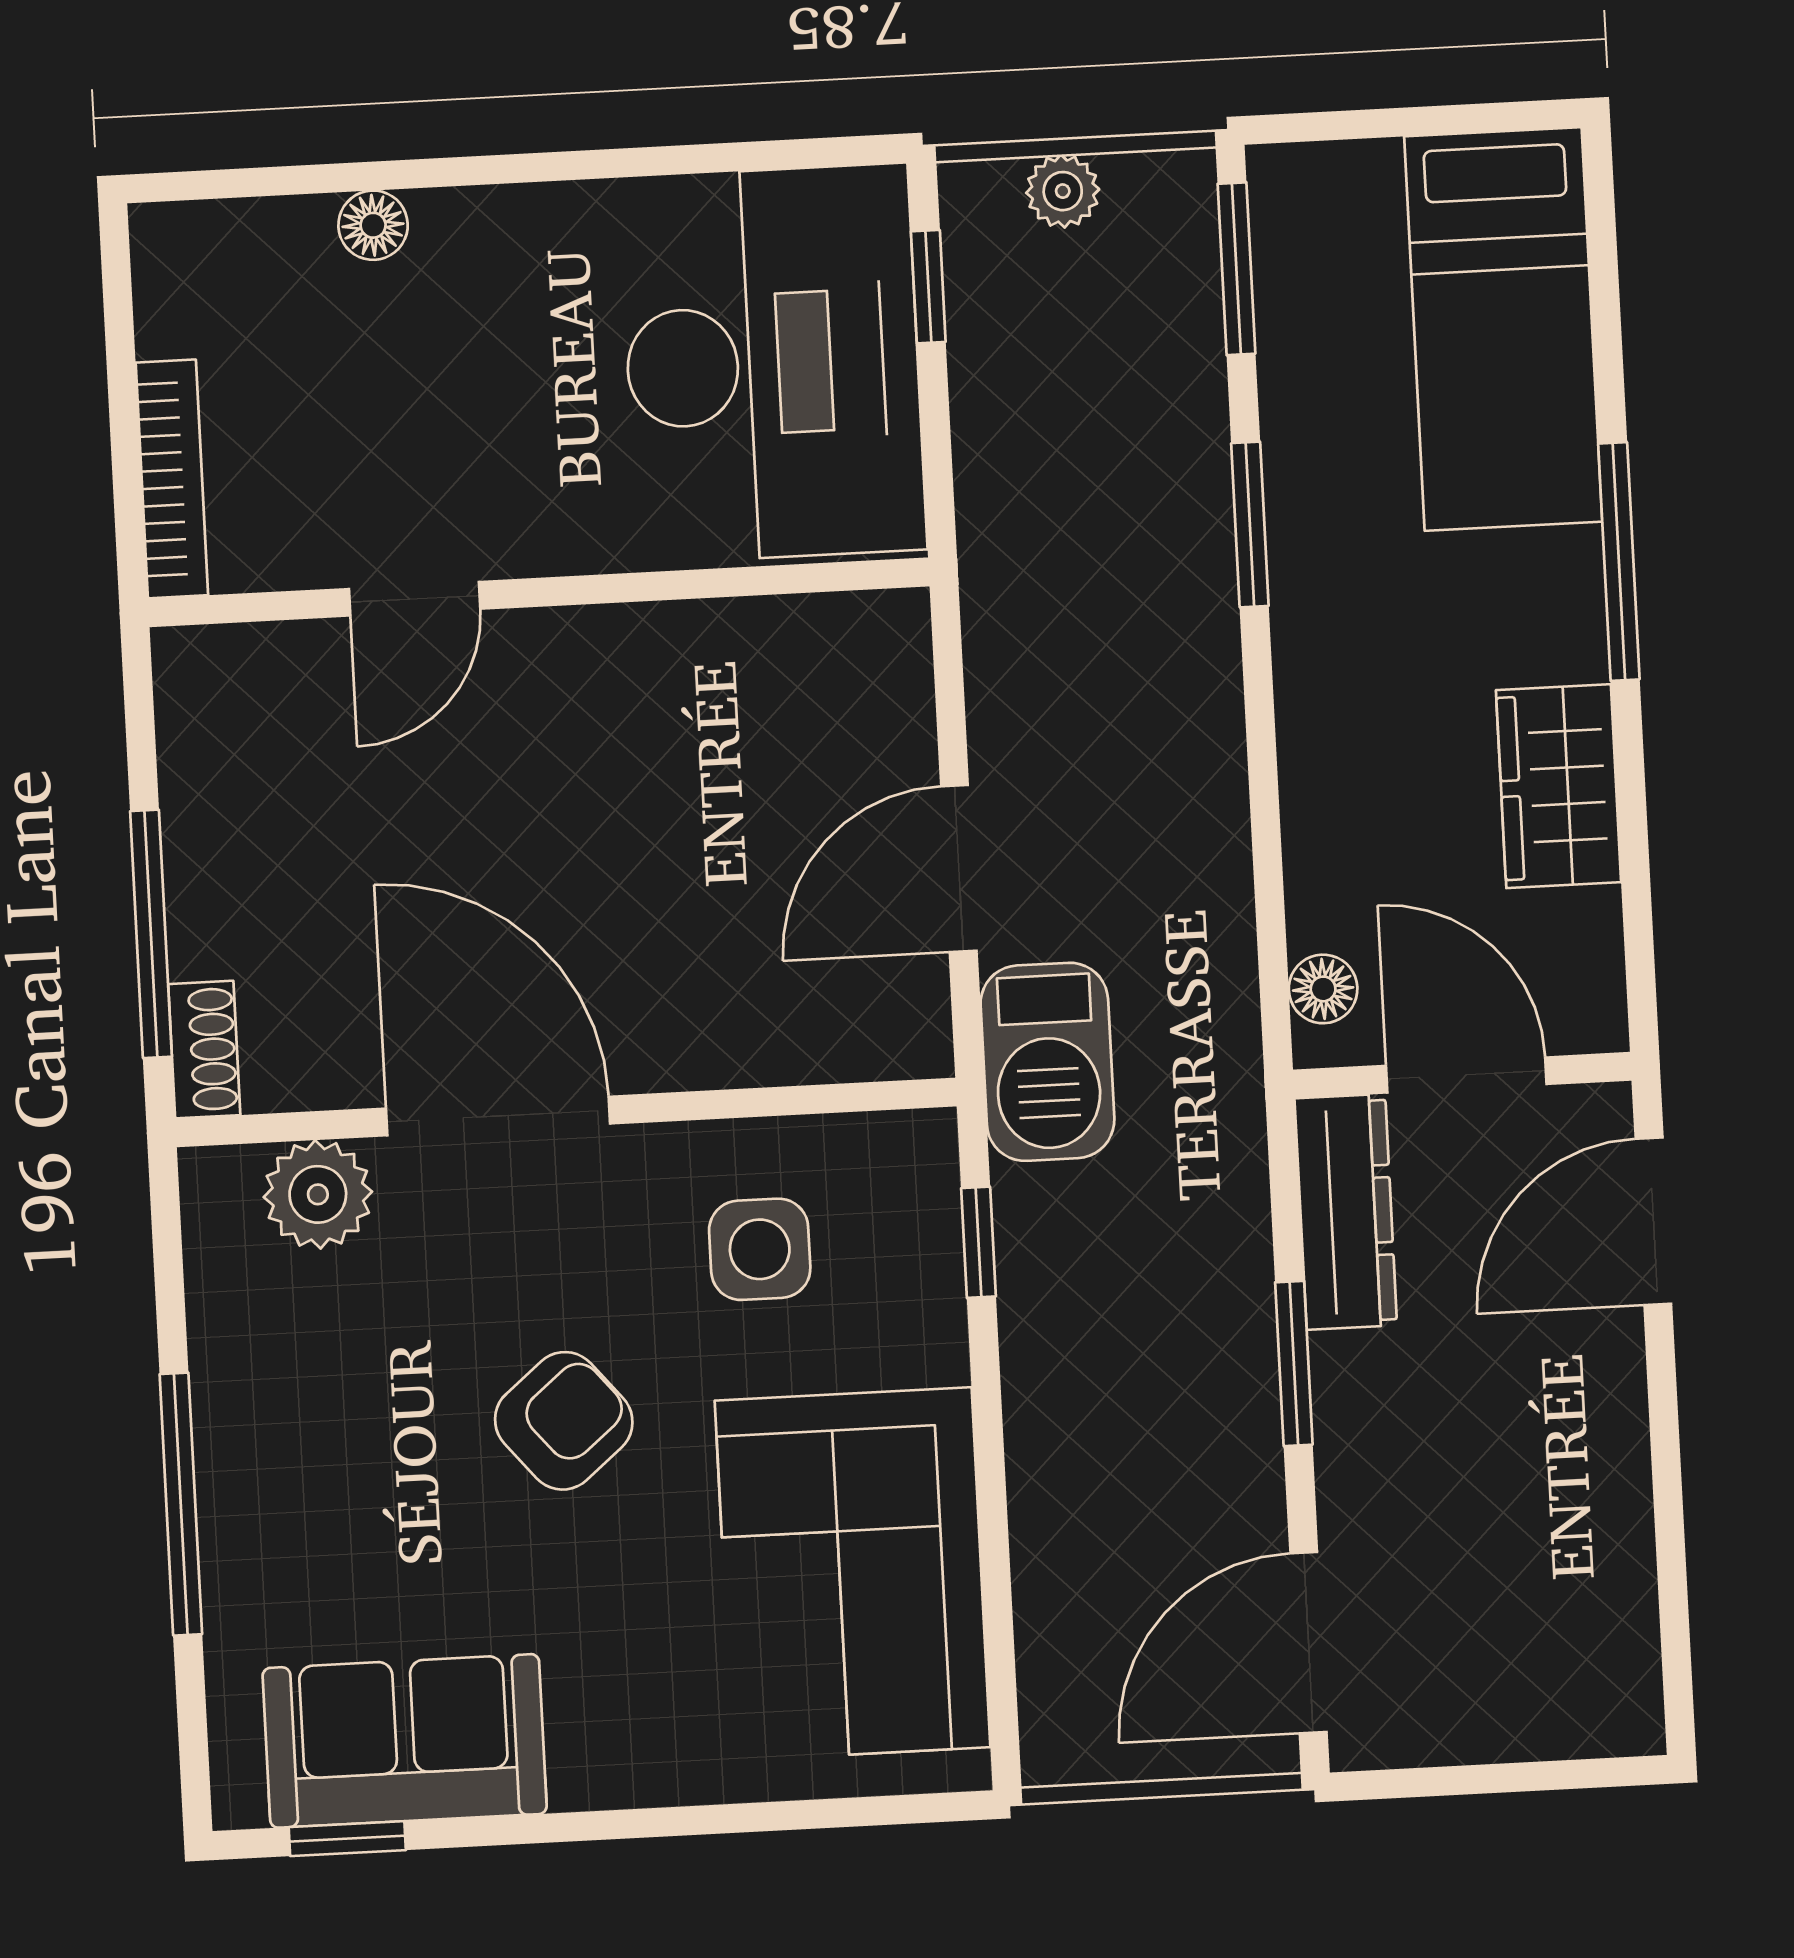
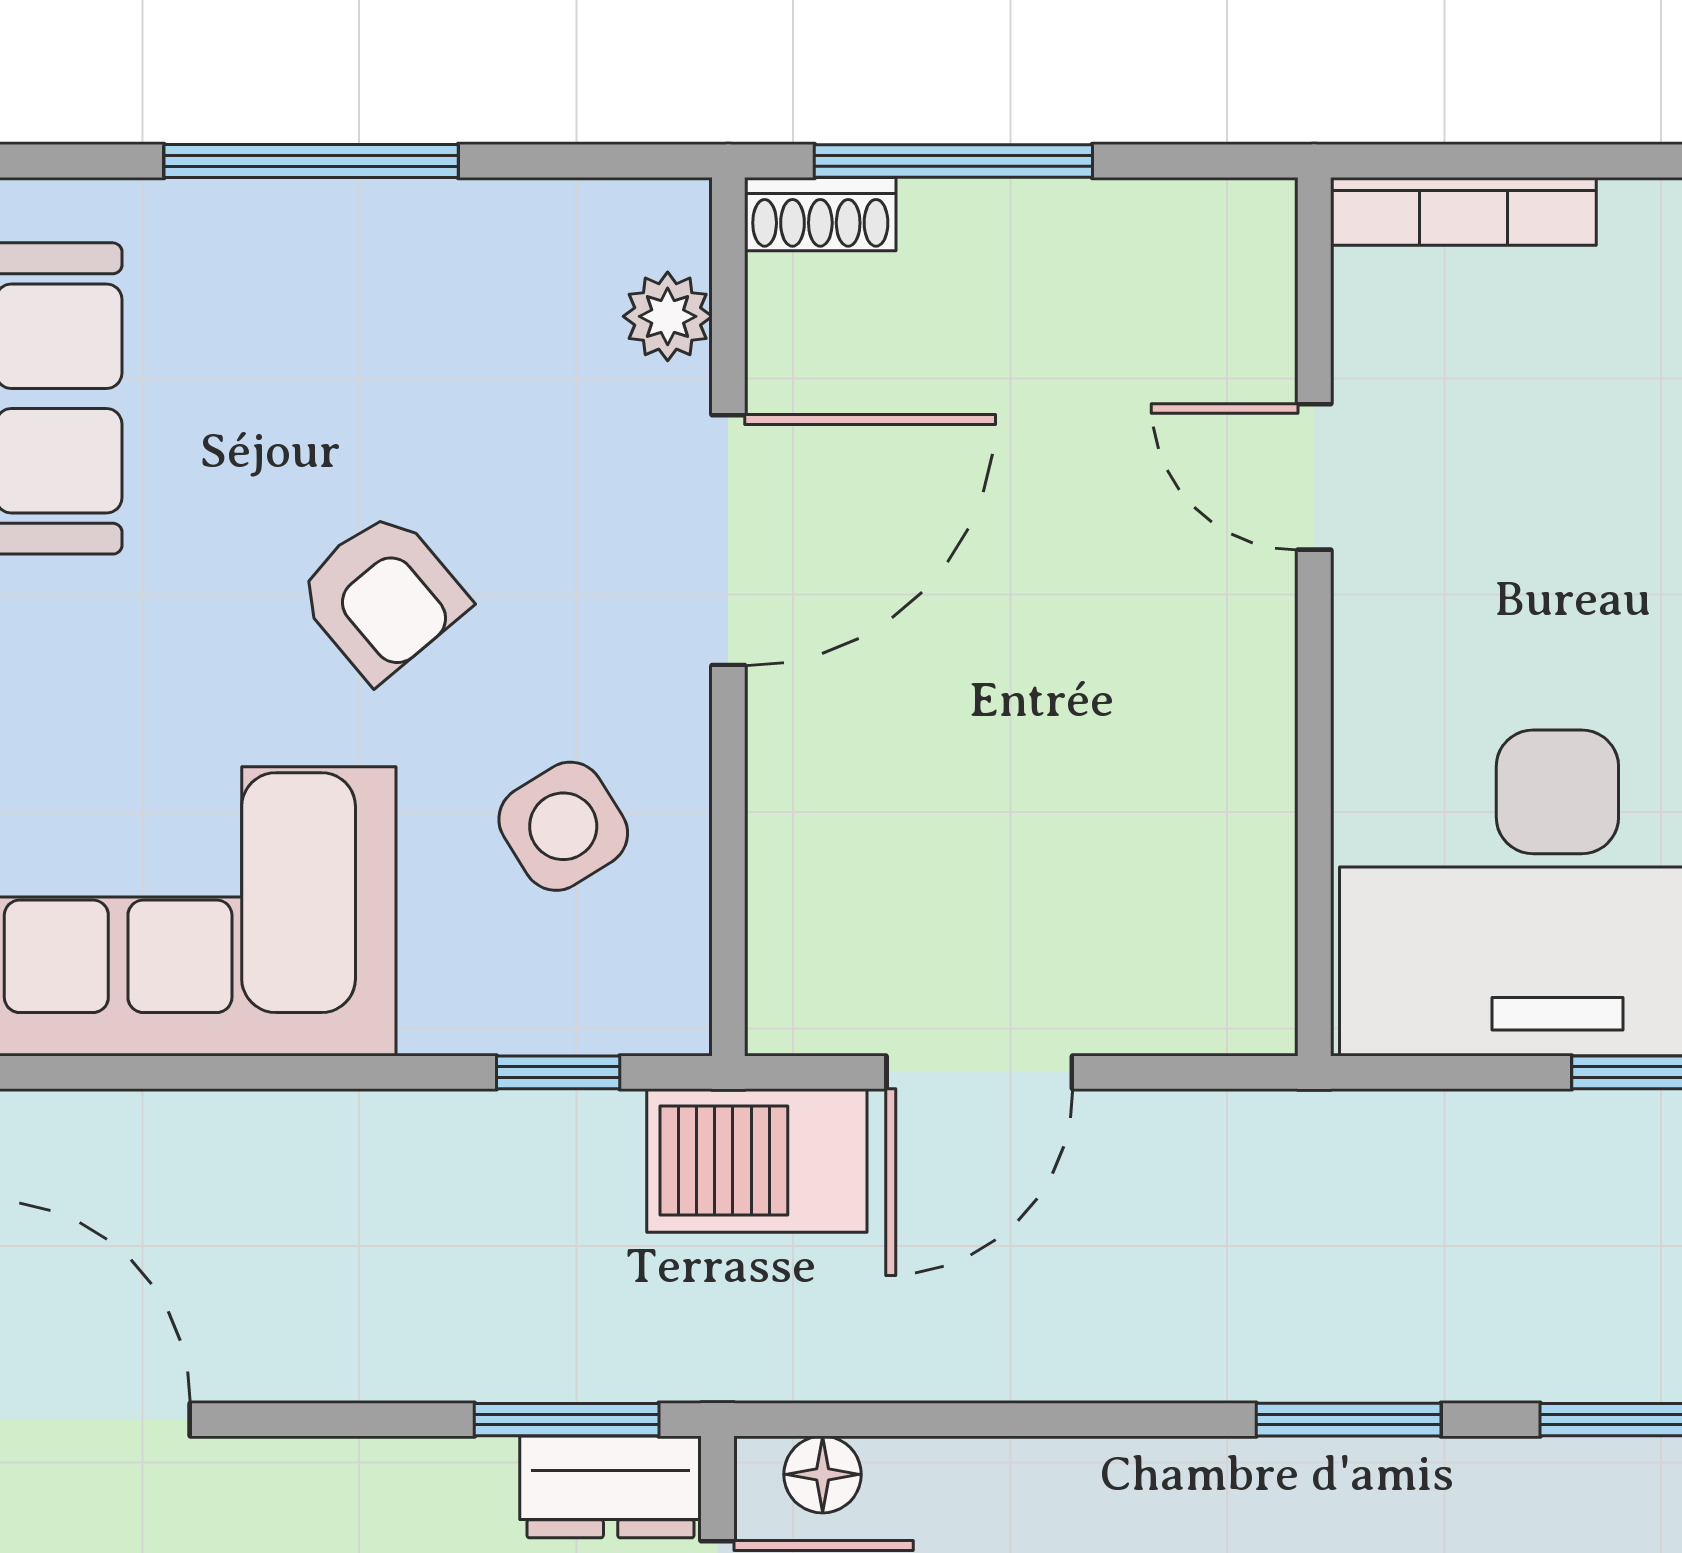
door: (959, 868) -> (979, 1072), swing flipped
plant: (318, 1194) -> (668, 316), width x0.73, depth x0.73
dresser: (1346, 1212) -> (611, 1487), width x0.70
side table: (760, 1249) -> (563, 826), turned -32
window: (1294, 1363) -> (567, 1420), moved

